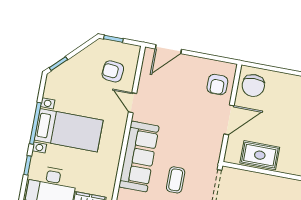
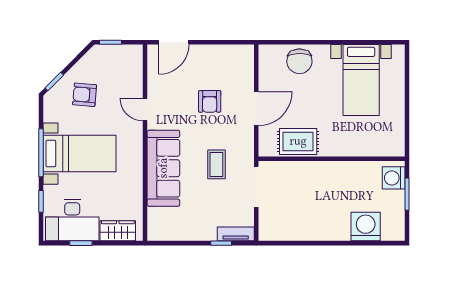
armchair: (113, 71) -> (85, 95), moved
armchair: (217, 85) -> (210, 101), moved
chair: (253, 86) -> (299, 61), moved
coffee table: (176, 180) -> (216, 164), moved

